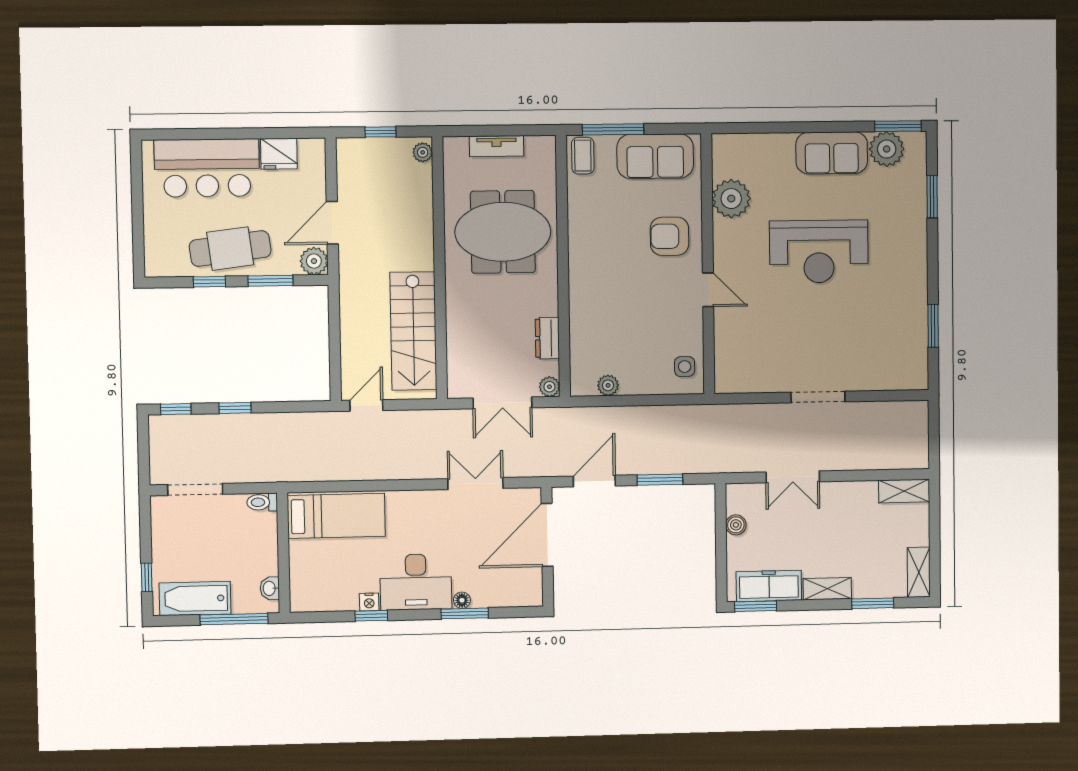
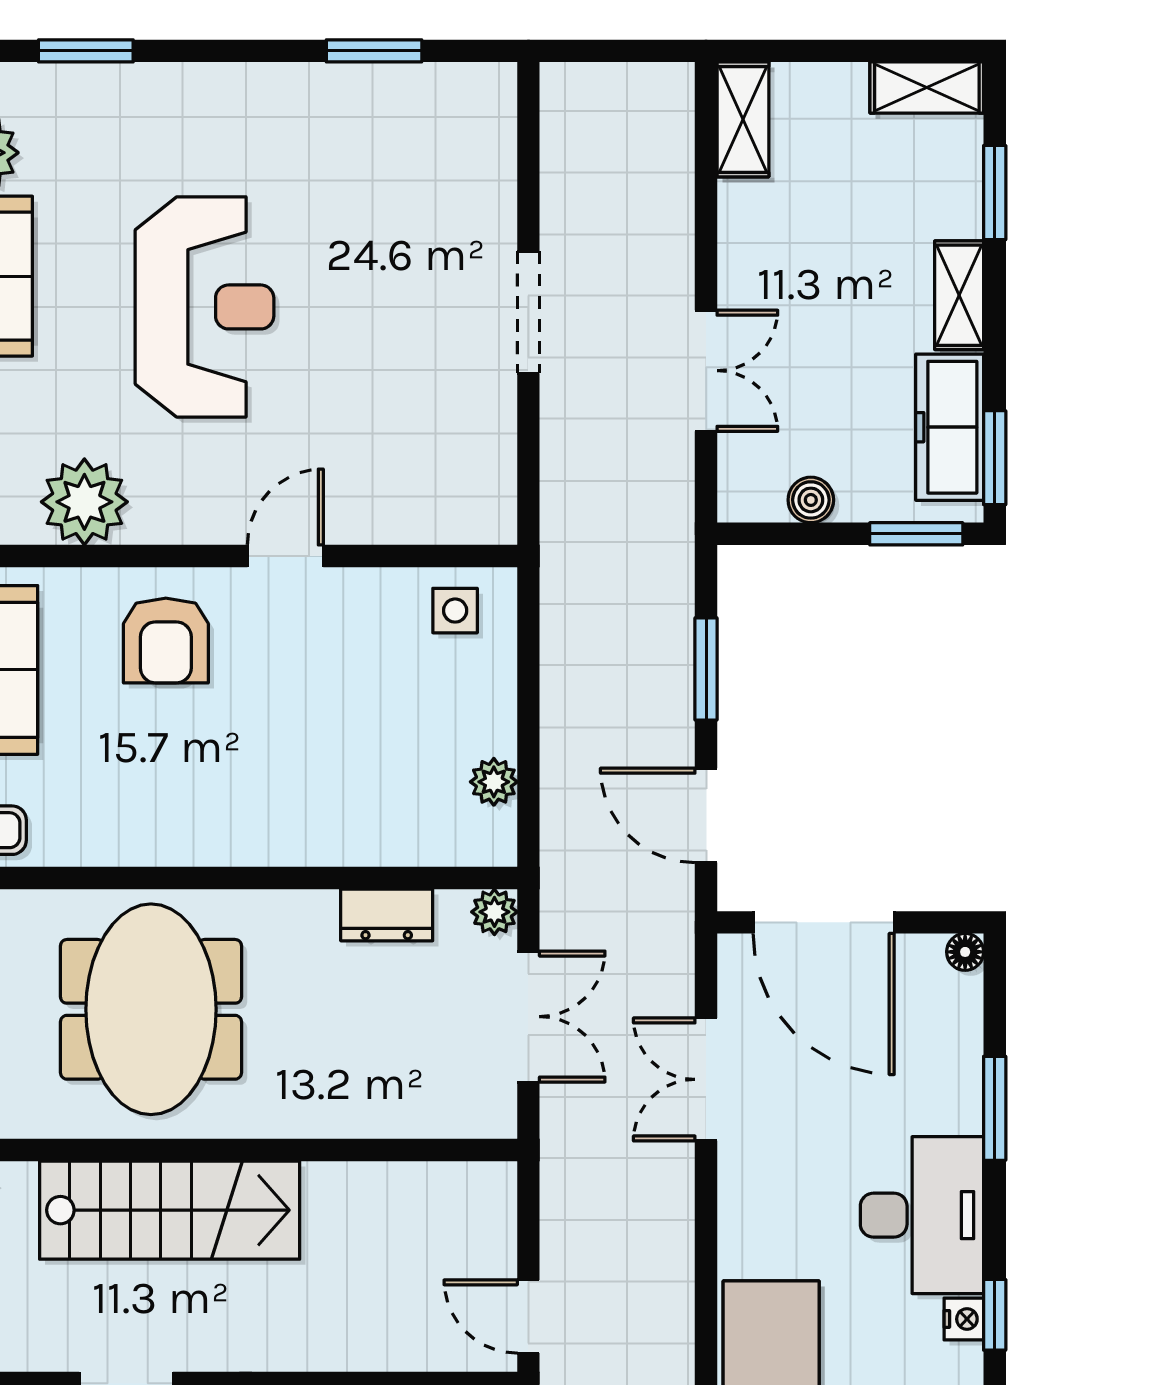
stairs: (413, 331) -> (170, 1210), moved
window: (721, 572) -> (916, 534), added
floor lamp: (462, 600) -> (965, 952), moved

